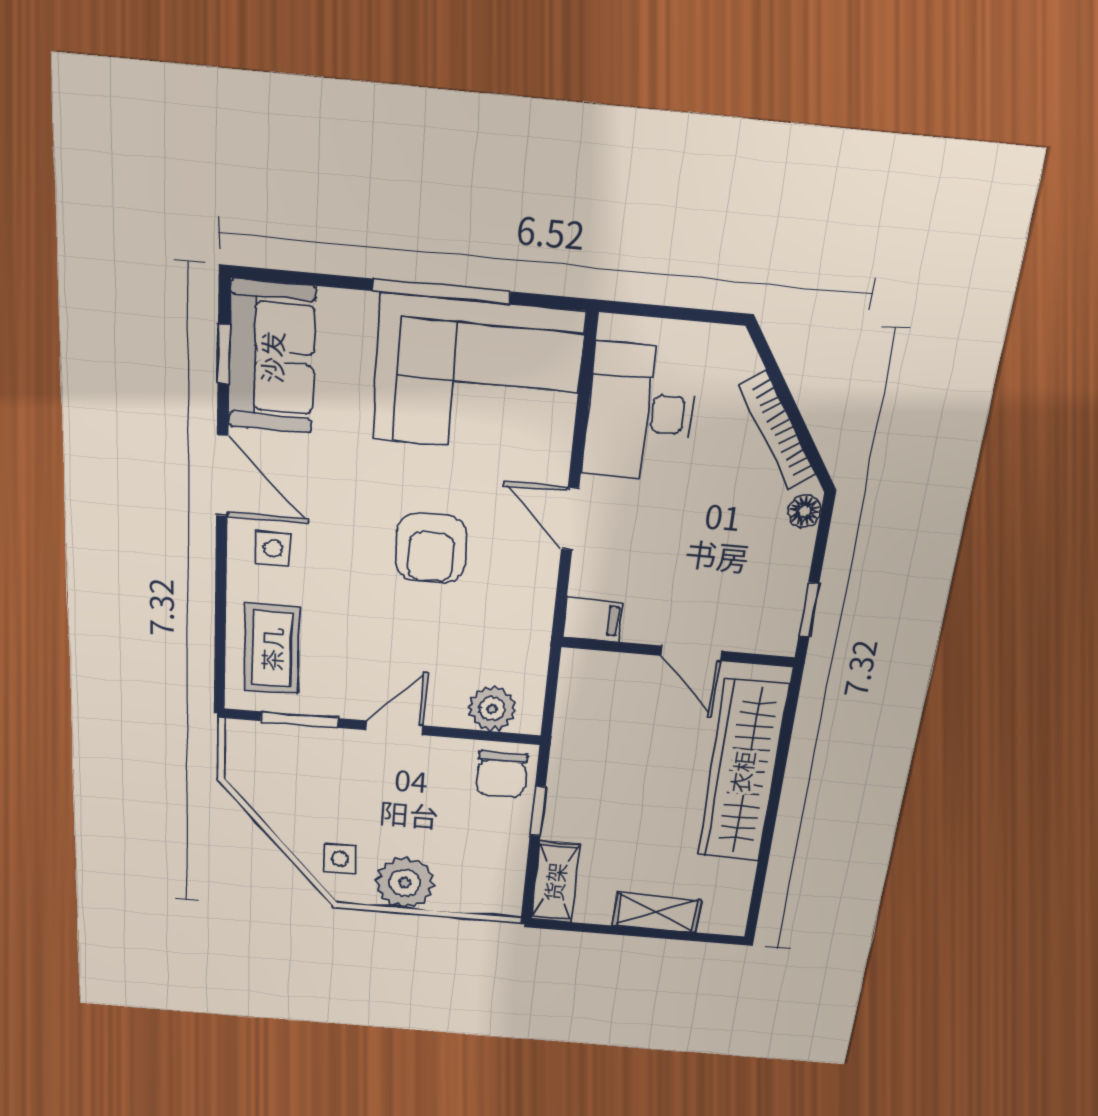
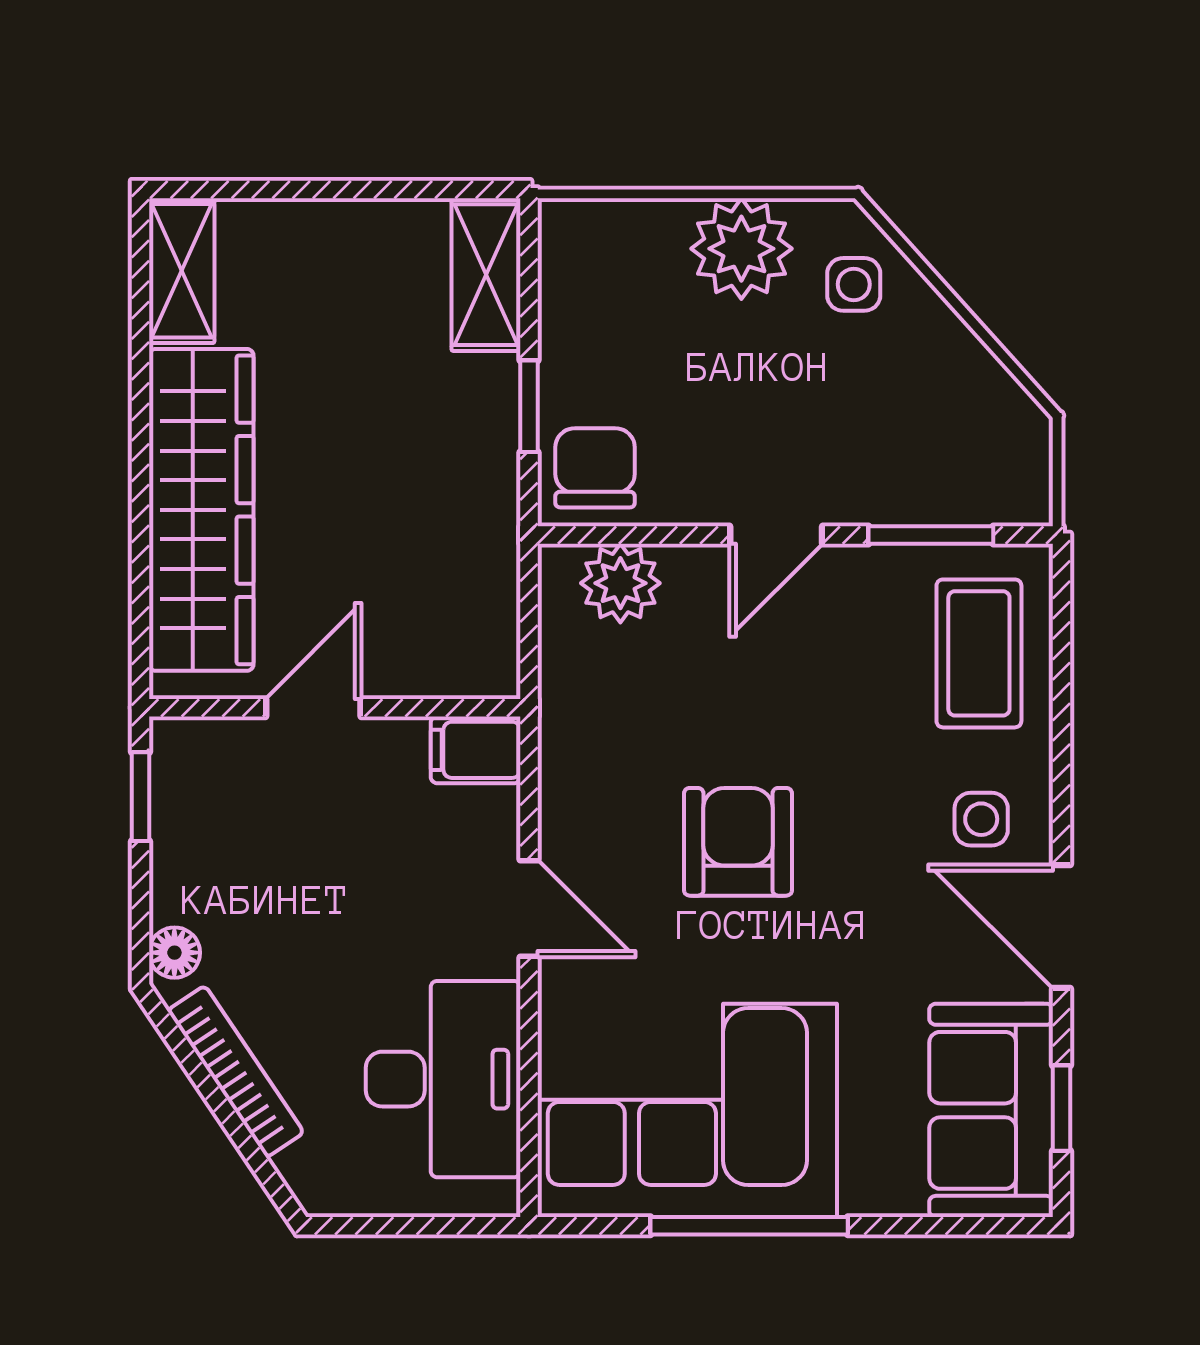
door: (691, 653) -> (313, 708), hinge flipped
shelving: (656, 913) -> (182, 271), moved, turned 90

